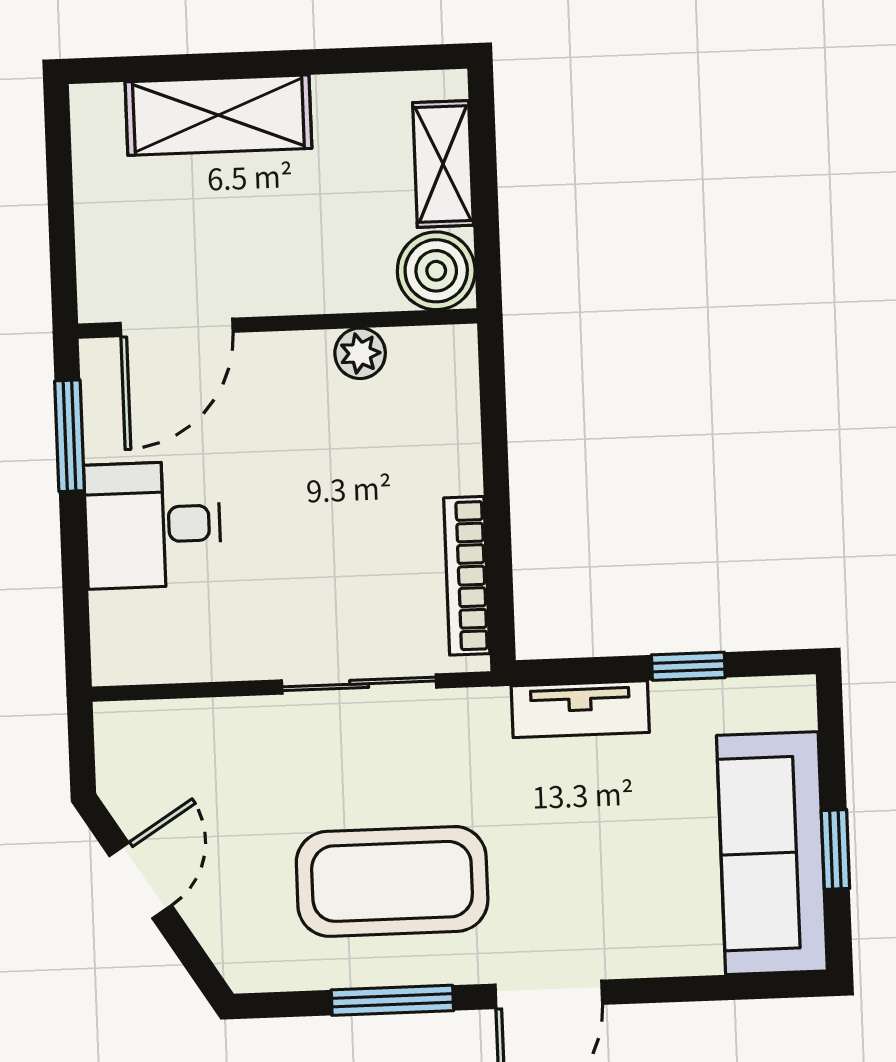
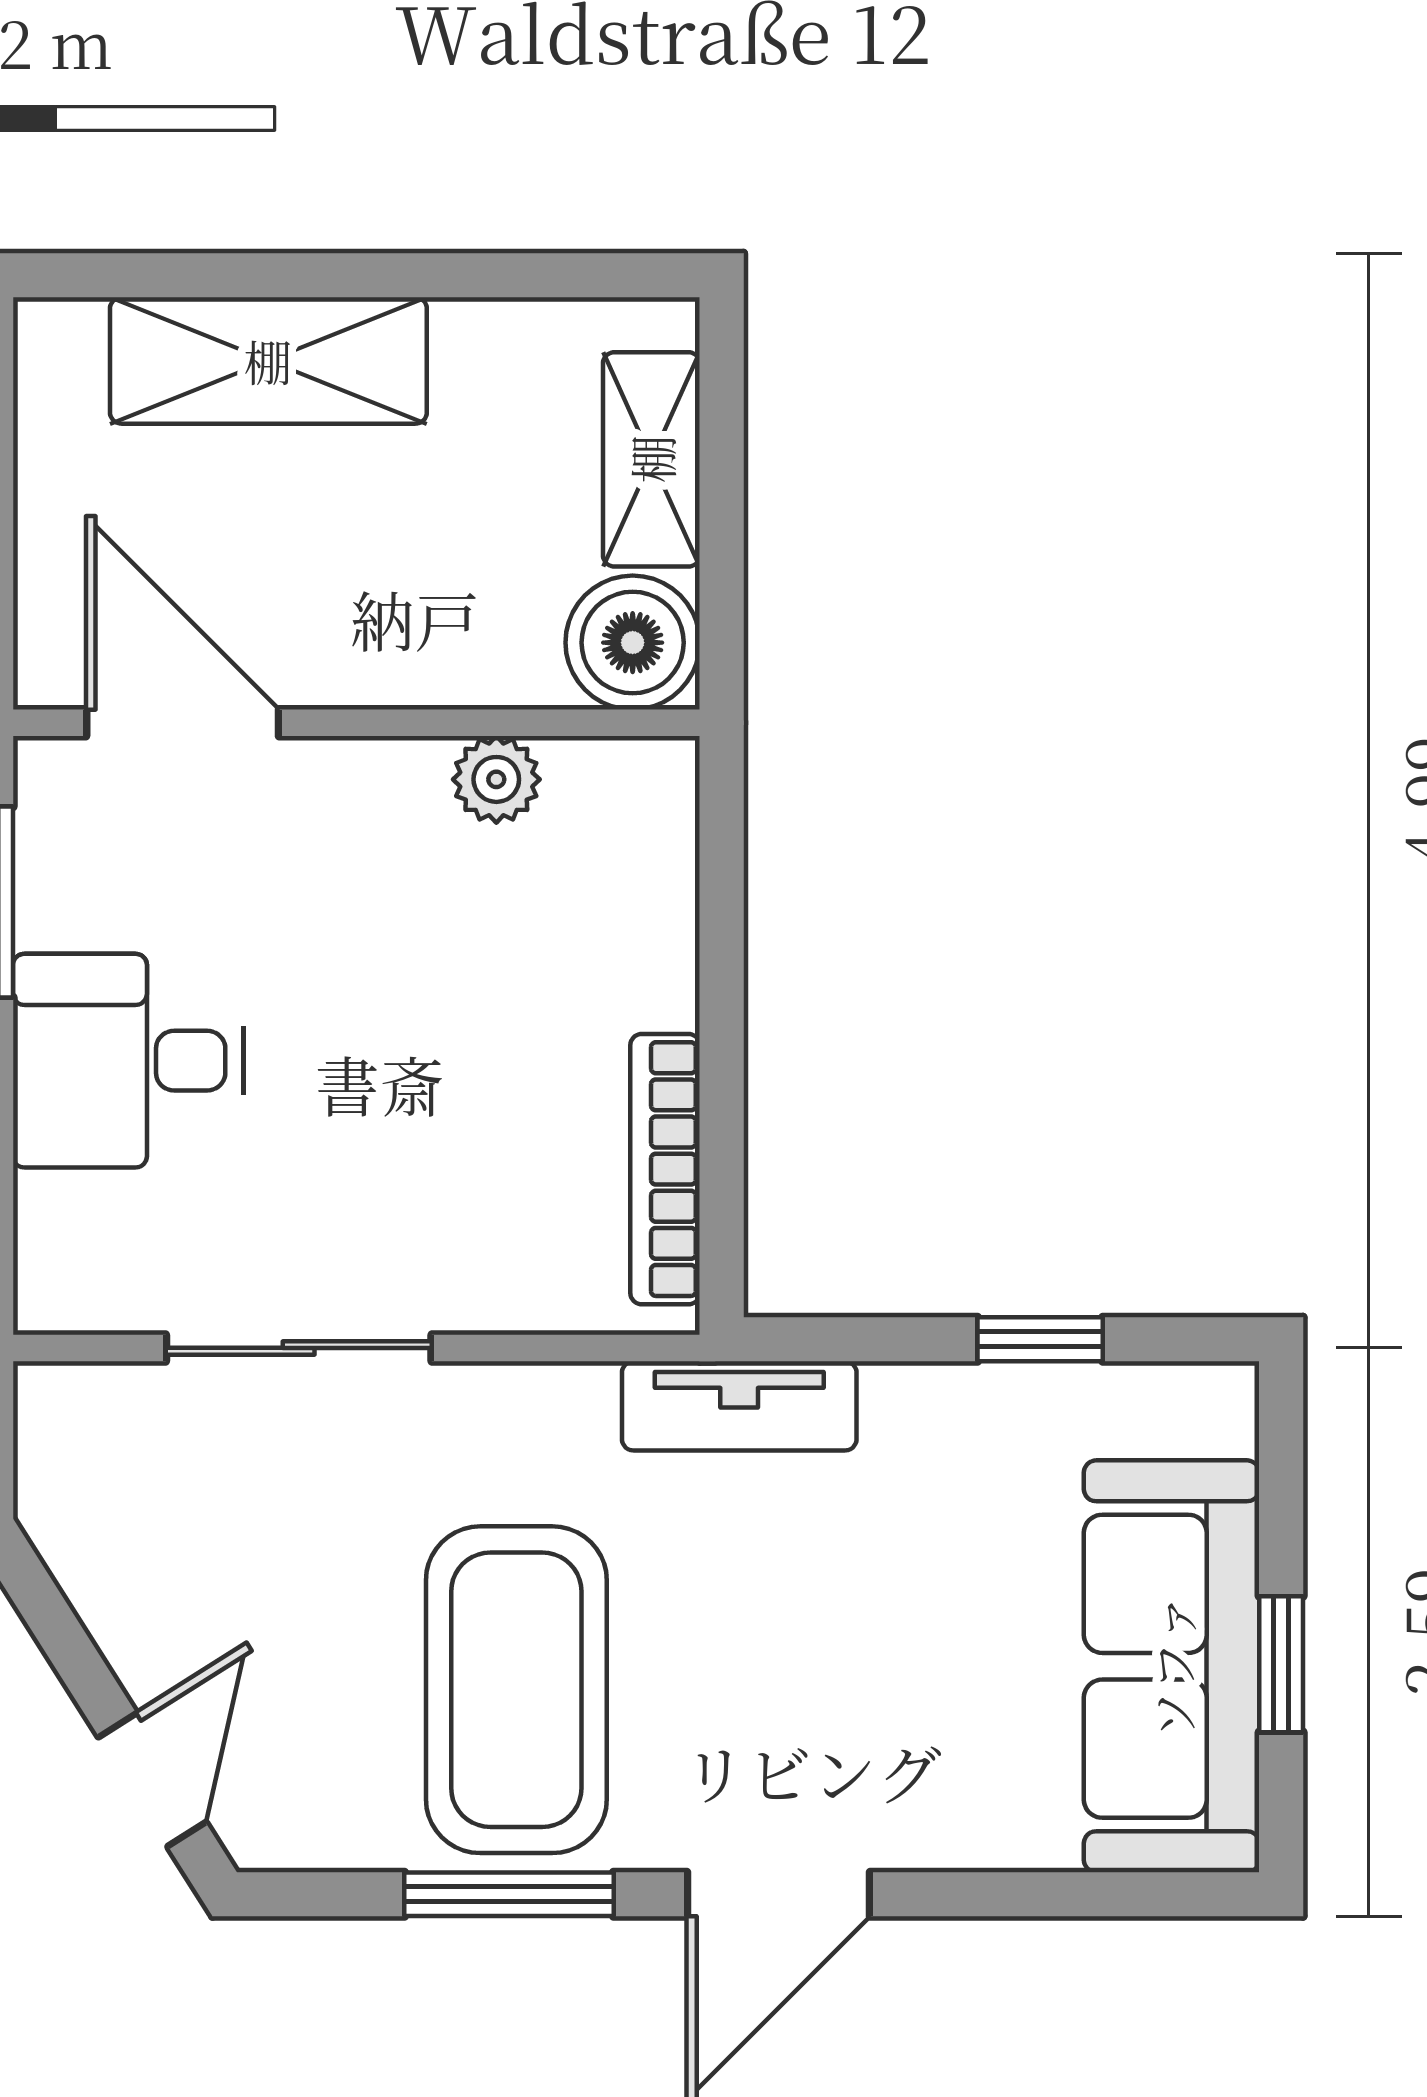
door: (177, 327) -> (183, 723), swing flipped
sliding door: (359, 684) -> (299, 1348), moved
tv unit: (580, 709) -> (739, 1406), moved
door: (141, 881) -> (152, 1780), moved
coffee table: (392, 881) -> (516, 1690), turned 90

